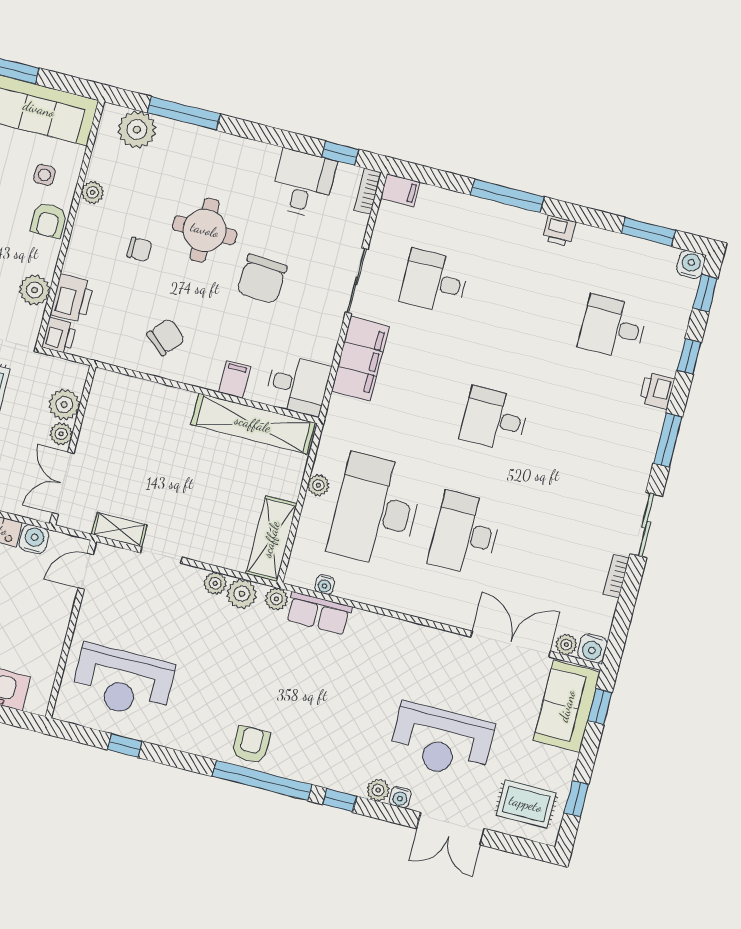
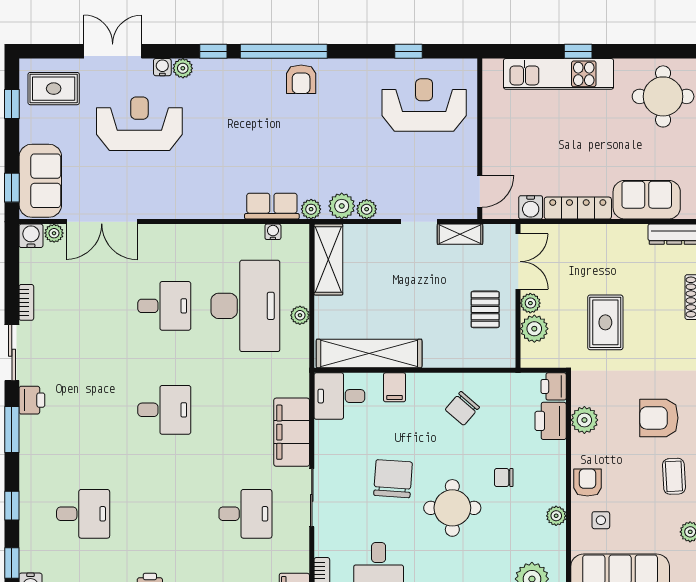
printer: (657, 391) -> (32, 400), moved
pallet: (113, 440) -> (485, 309), added
desk: (465, 534) -> (164, 306), width x0.73

